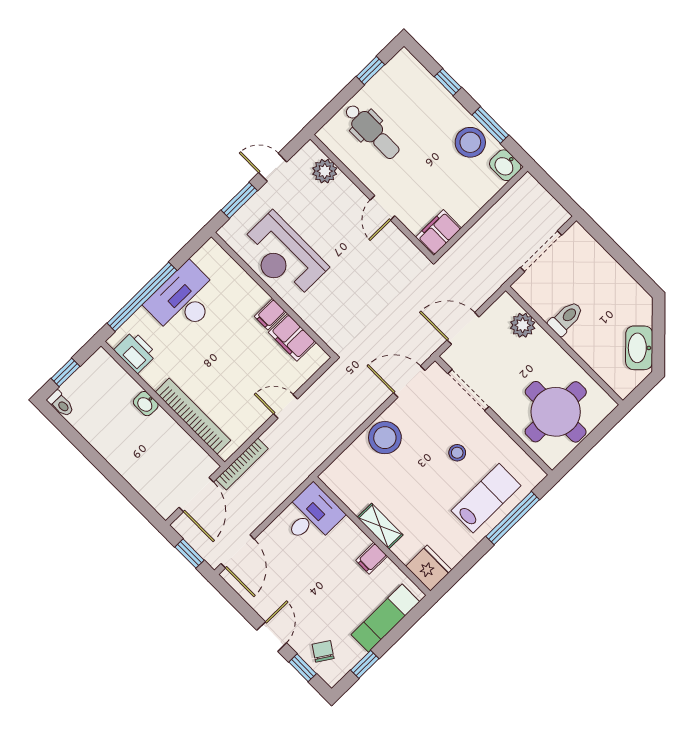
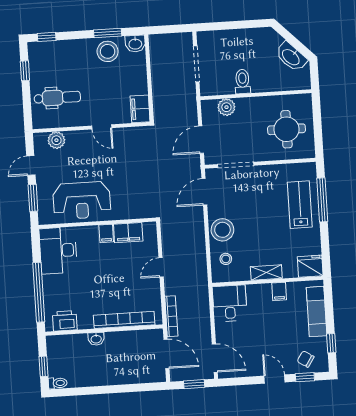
window: (448, 82) -> (47, 37), moved
desk: (184, 300) -> (58, 250), moved
round table: (556, 412) -> (286, 129), width x0.73, depth x0.73
stool: (457, 453) -> (226, 259), moved

